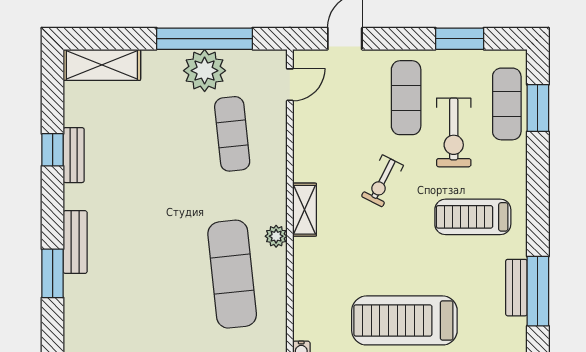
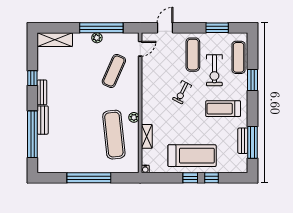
plant: (205, 71) -> (97, 38), width x0.53, depth x0.53
window: (538, 108) -> (253, 80), moved
exercise mat: (232, 134) -> (114, 71), turned 30
bench: (74, 155) -> (42, 92), moved
shelving: (304, 210) -> (147, 136), moved
window: (53, 273) -> (32, 134), width x2.11
treadmill: (404, 320) -> (192, 156), turned 180

